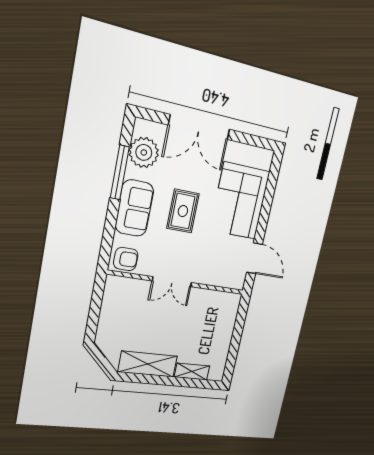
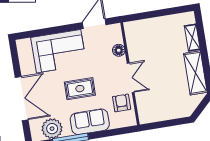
armchair: (126, 259) -> (122, 103), moved
floor lamp: (211, 278) -> (119, 50), added

